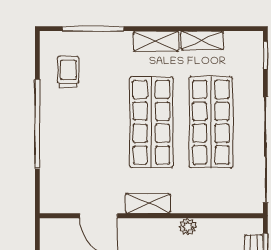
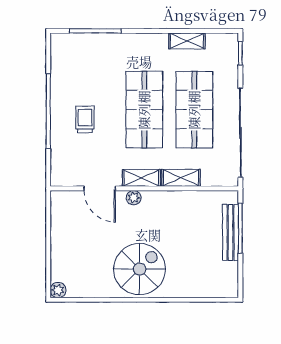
shelving: (156, 41) -> (181, 178), moved
trolley: (68, 72) -> (85, 119), moved
plant: (188, 227) -> (134, 198), moved

